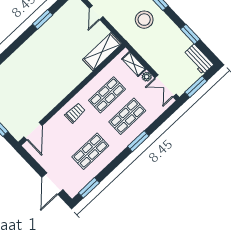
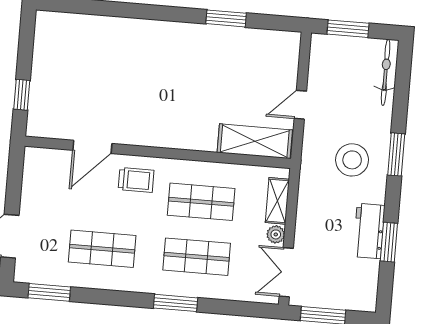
door: (96, 13) -> (300, 105), moved
workbench: (199, 59) -> (369, 231), moved
door: (33, 131) -> (92, 147), moved

